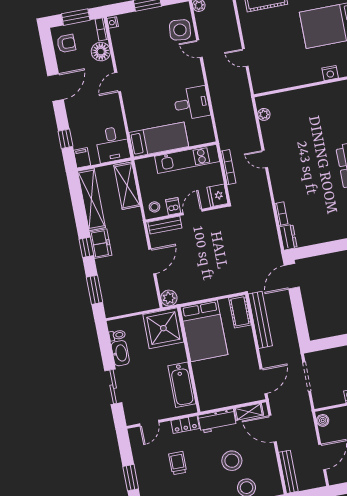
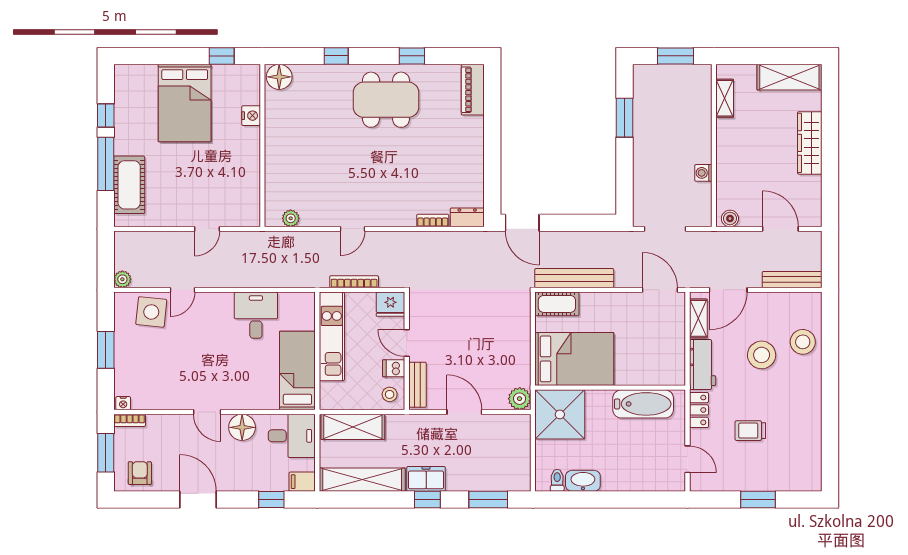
floor lamp: (101, 52) -> (242, 427), moved
sliding door: (113, 387) -> (627, 500), removed

